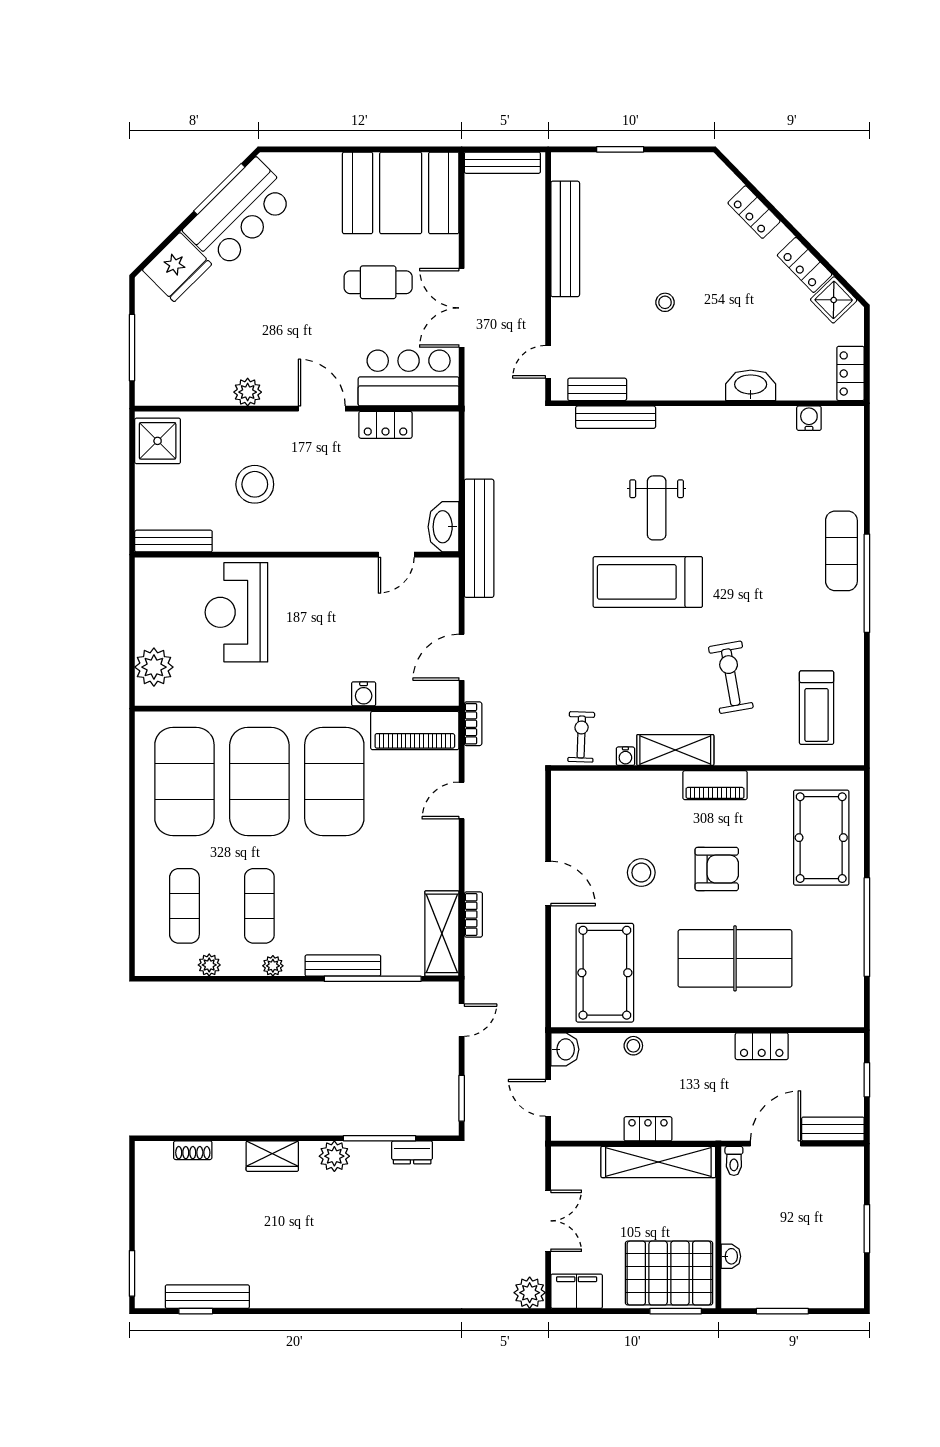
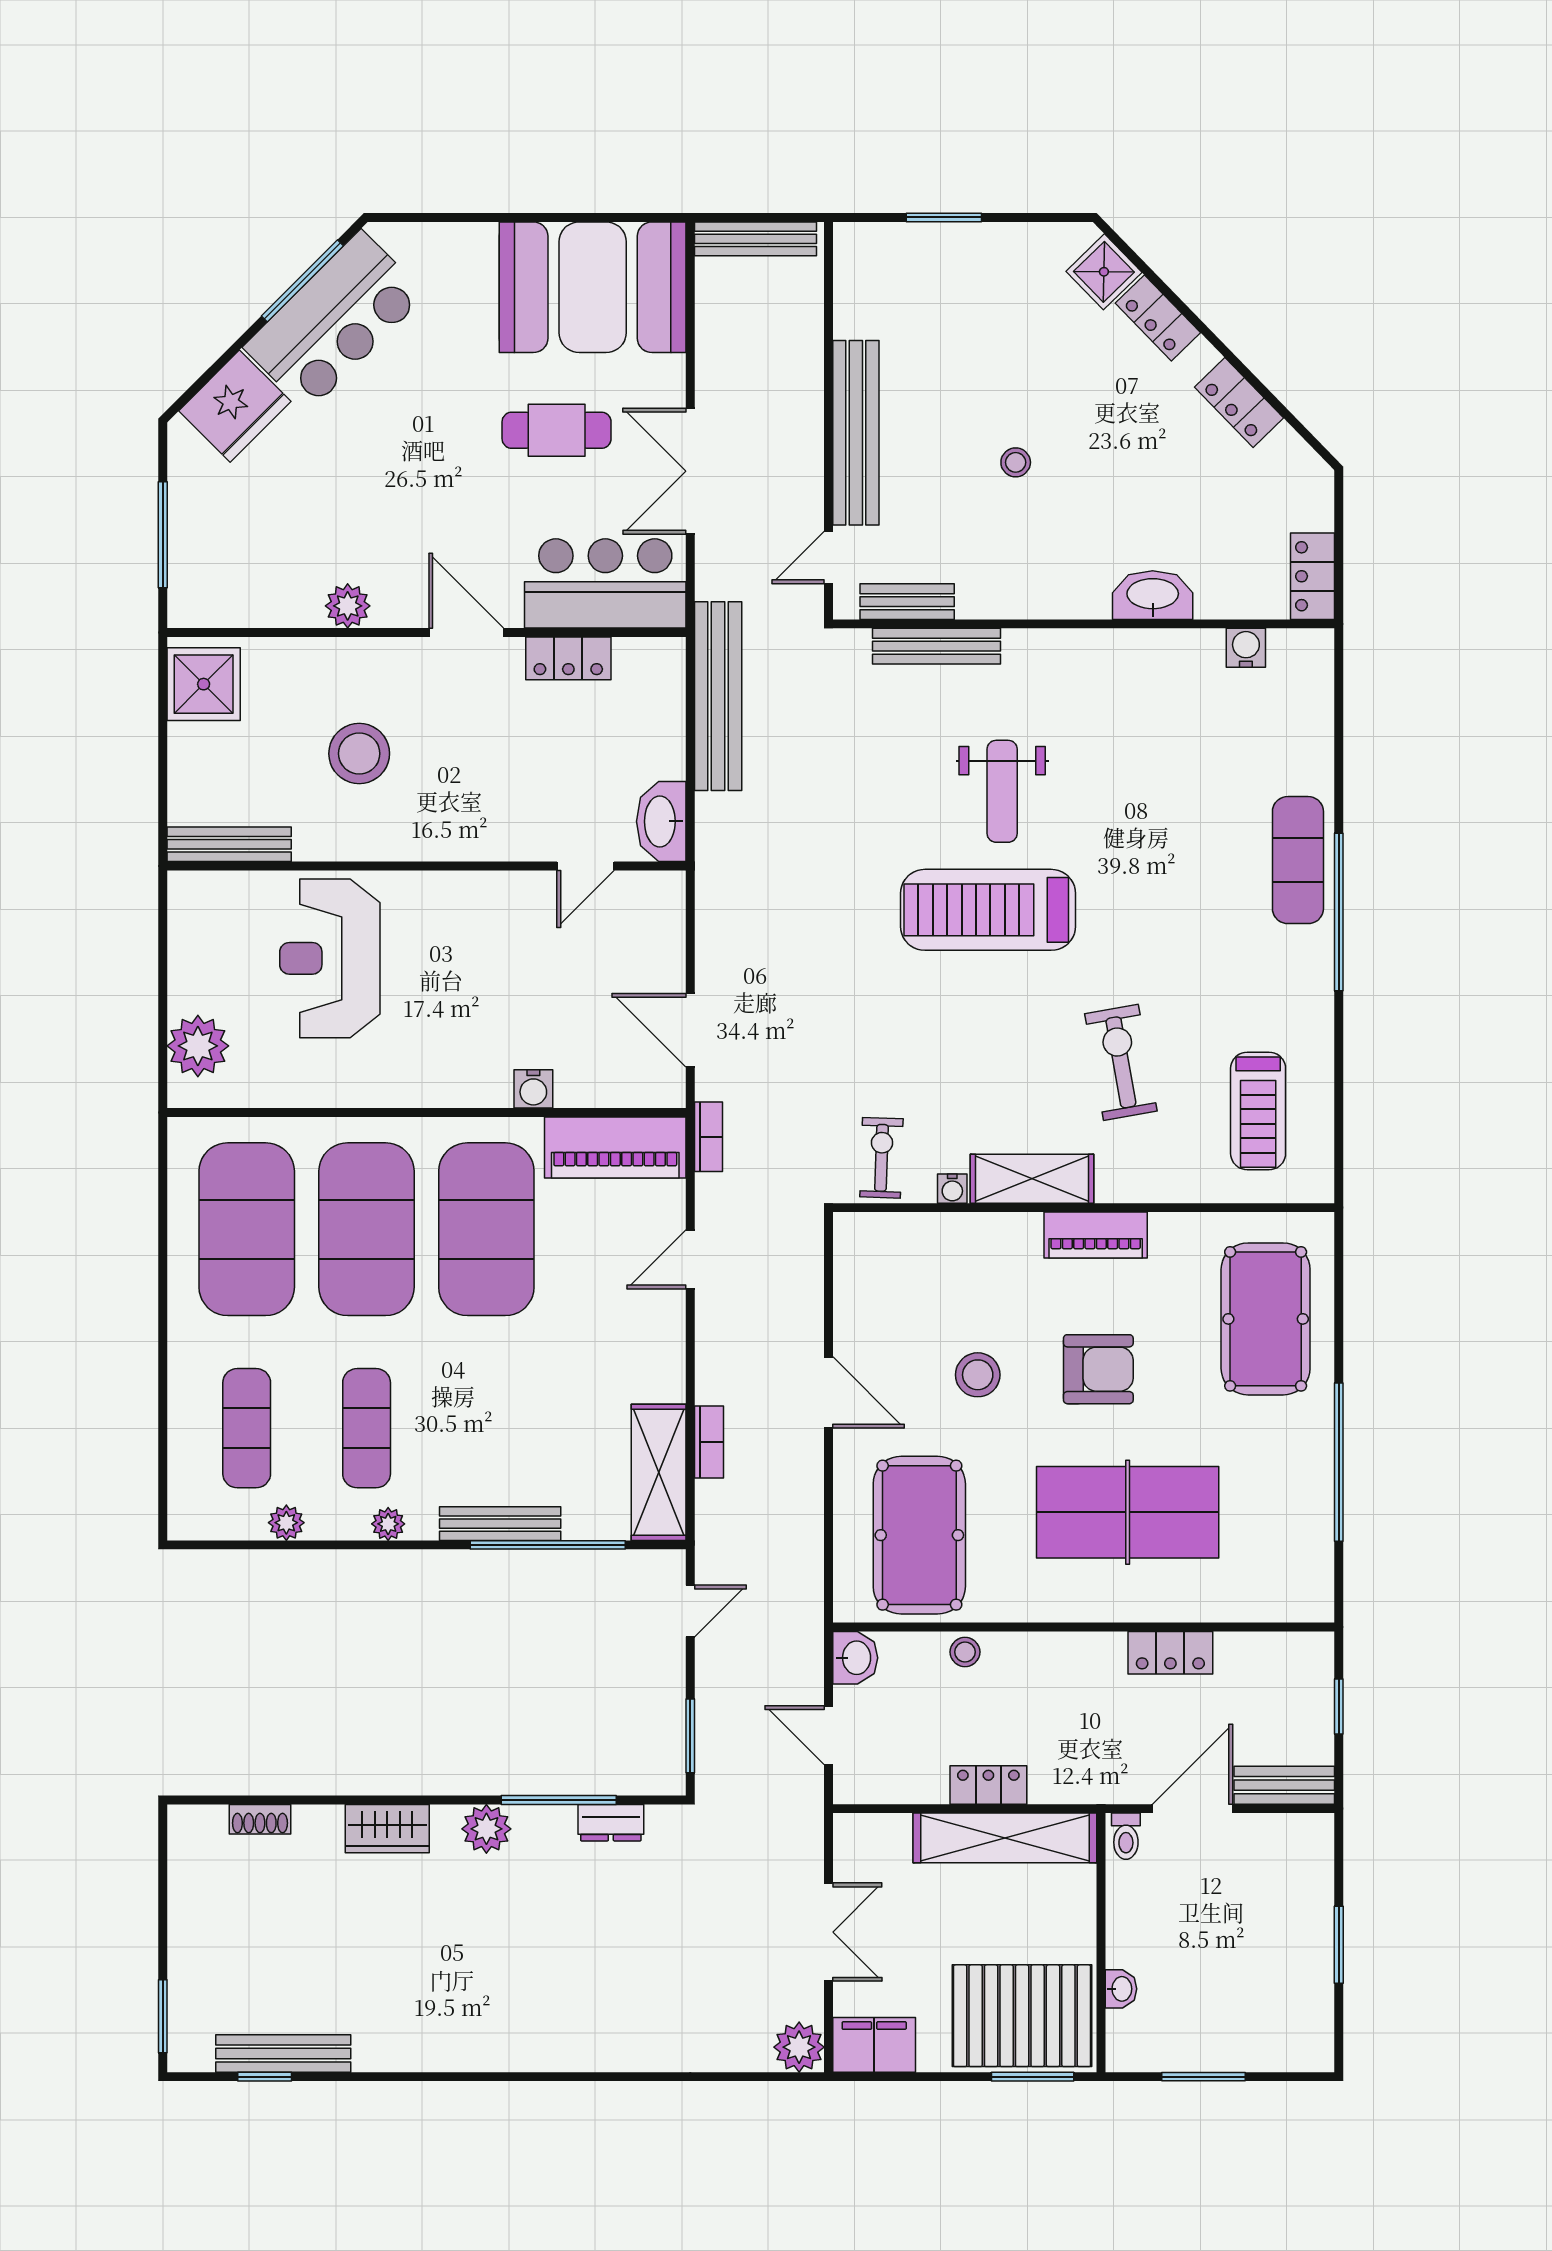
bench: (565, 239) -> (856, 433), moved
shower: (834, 300) -> (1104, 272), moved
bench: (479, 538) -> (718, 696), moved
door: (462, 657) -> (690, 1030), hinge flipped

